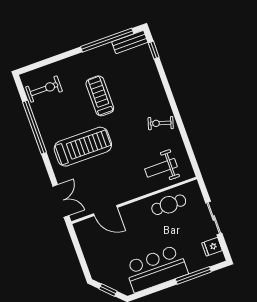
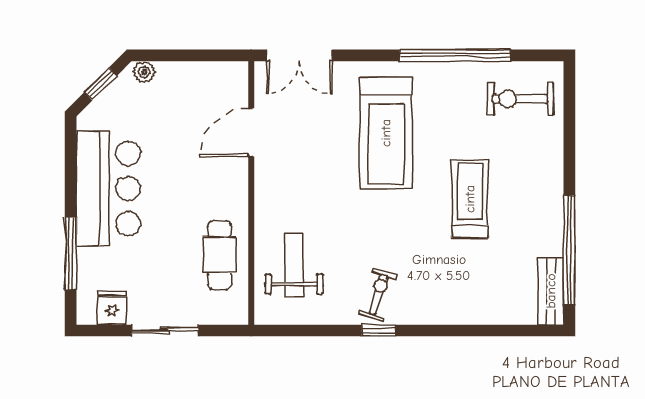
window: (154, 50) -> (379, 331), moved
exercise bike: (44, 89) -> (520, 99), turned 90
treadmill: (100, 96) -> (470, 199), turned -90
plant: (95, 271) -> (144, 72), added

